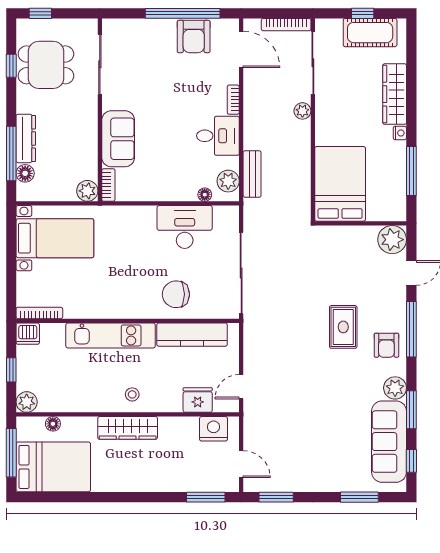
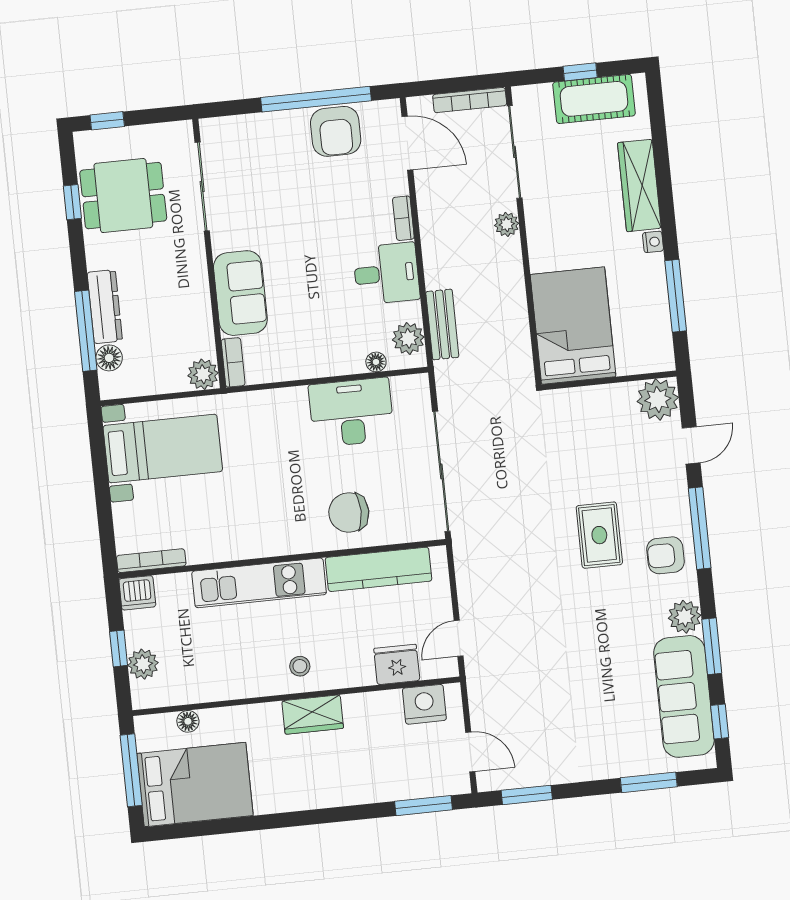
armchair: (386, 345) -> (666, 555), turned 90
plant: (27, 402) -> (143, 664), moved
wardrobe: (128, 428) -> (313, 715), width x0.67

